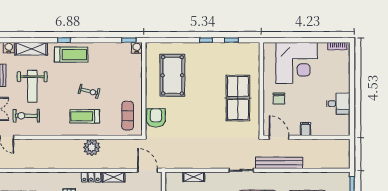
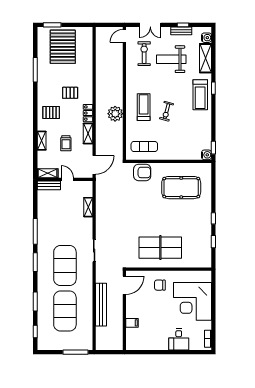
desk: (338, 104) -> (179, 339), moved
filing cabinet: (305, 129) -> (132, 323), moved
bench: (279, 163) -> (101, 305), moved

